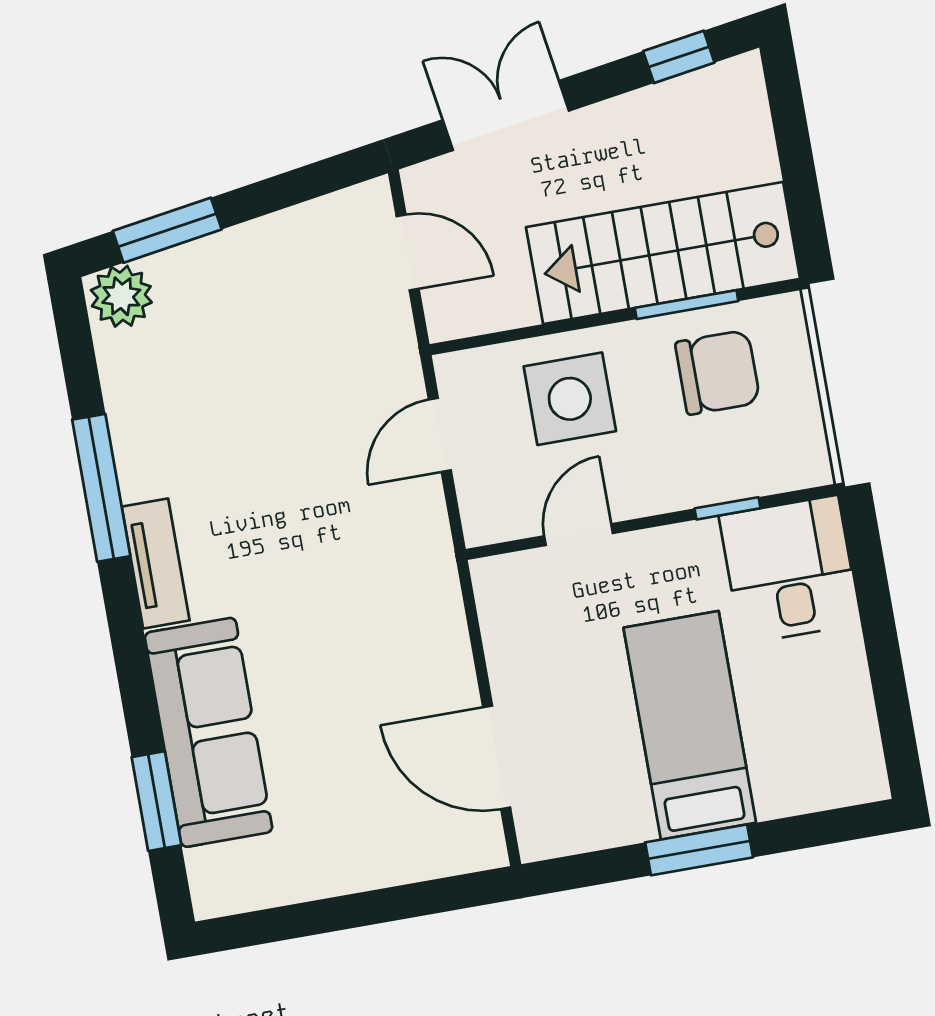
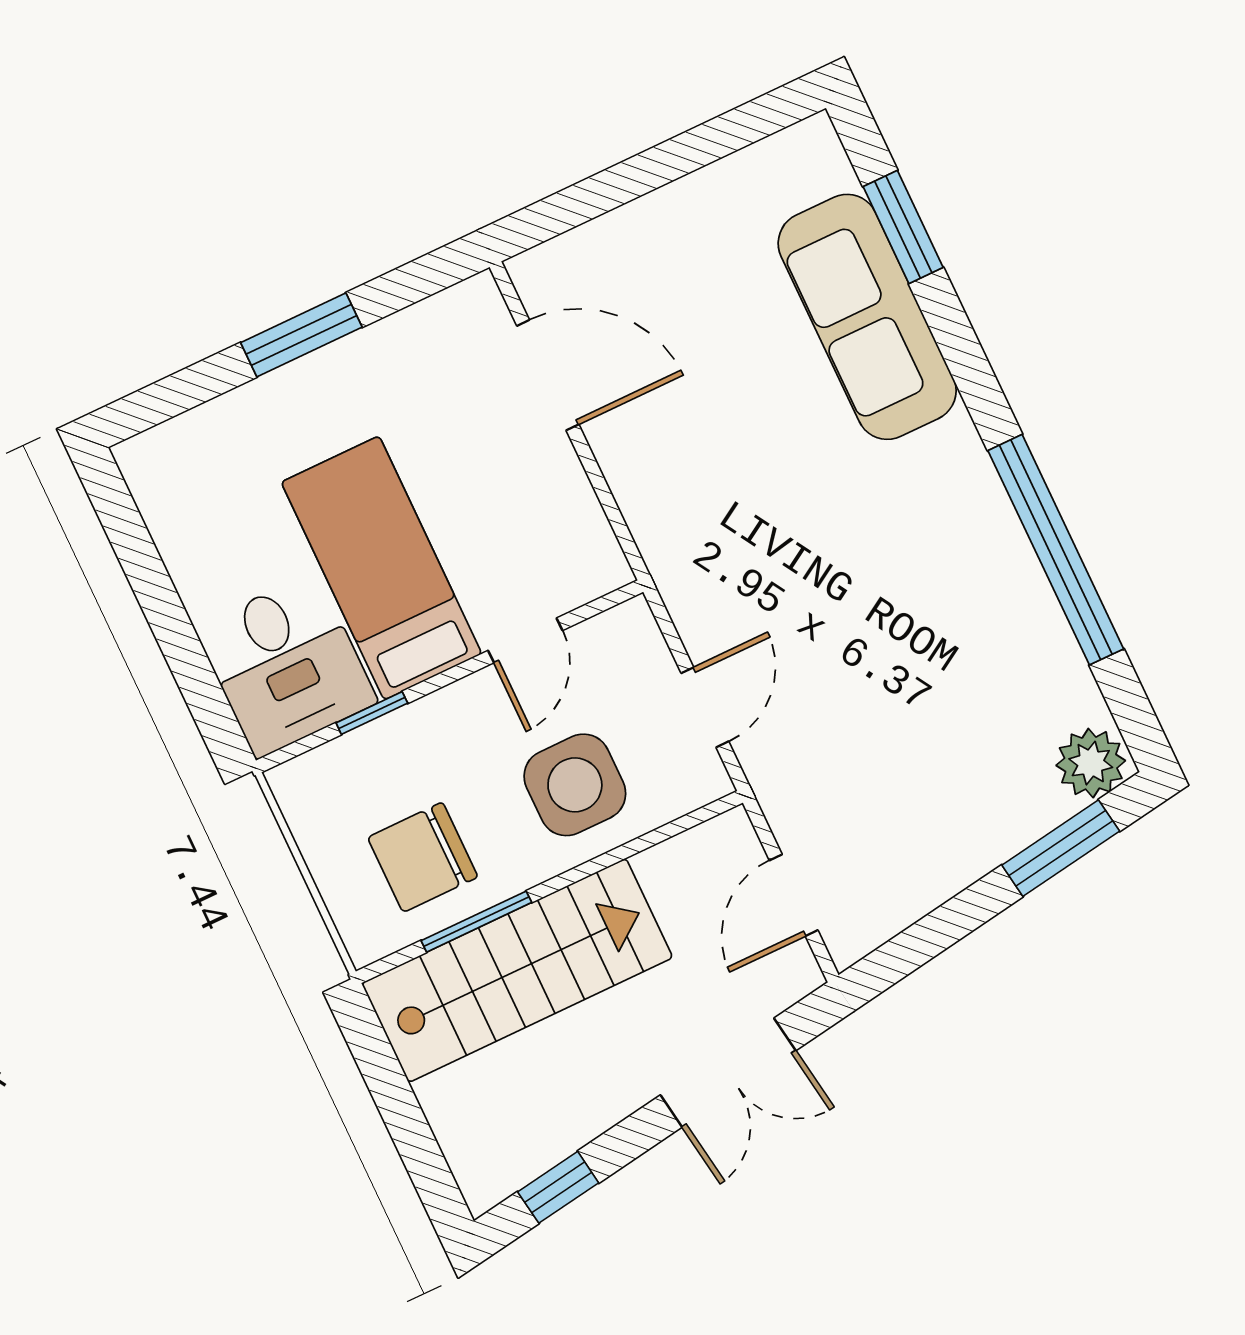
door: (408, 252) -> (794, 895), hinge flipped
window: (101, 488) -> (1056, 550), width x1.46
tv unit: (156, 564) -> (974, 484), removed
bed: (690, 725) -> (381, 568), moved, turned 180

